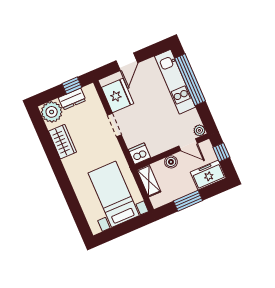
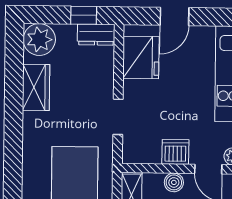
dresser: (72, 99) -> (96, 35), moved
doorway: (114, 125) -> (118, 117), moved
dishwasher: (139, 154) -> (175, 152), moved

